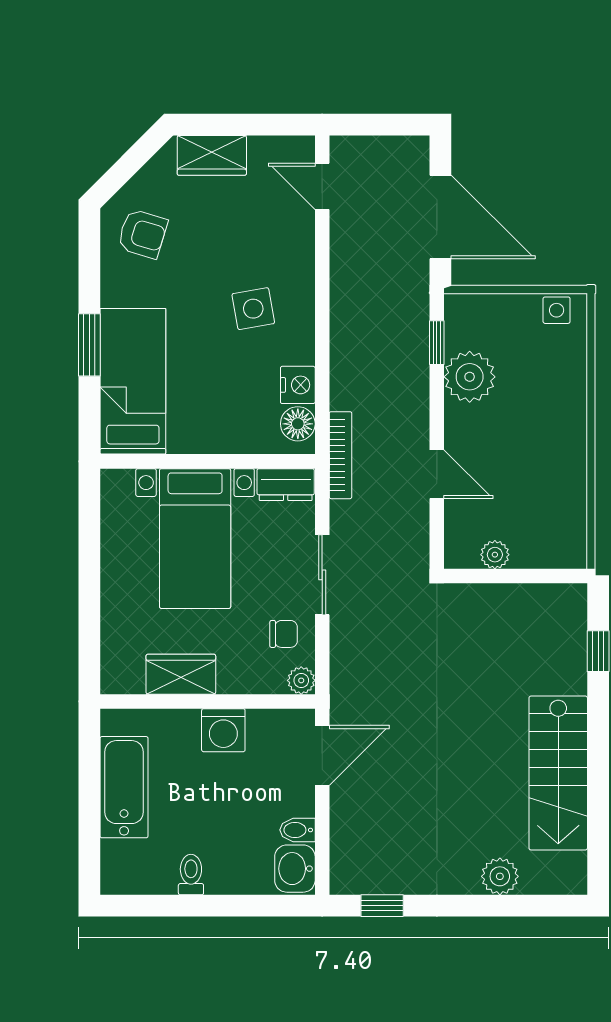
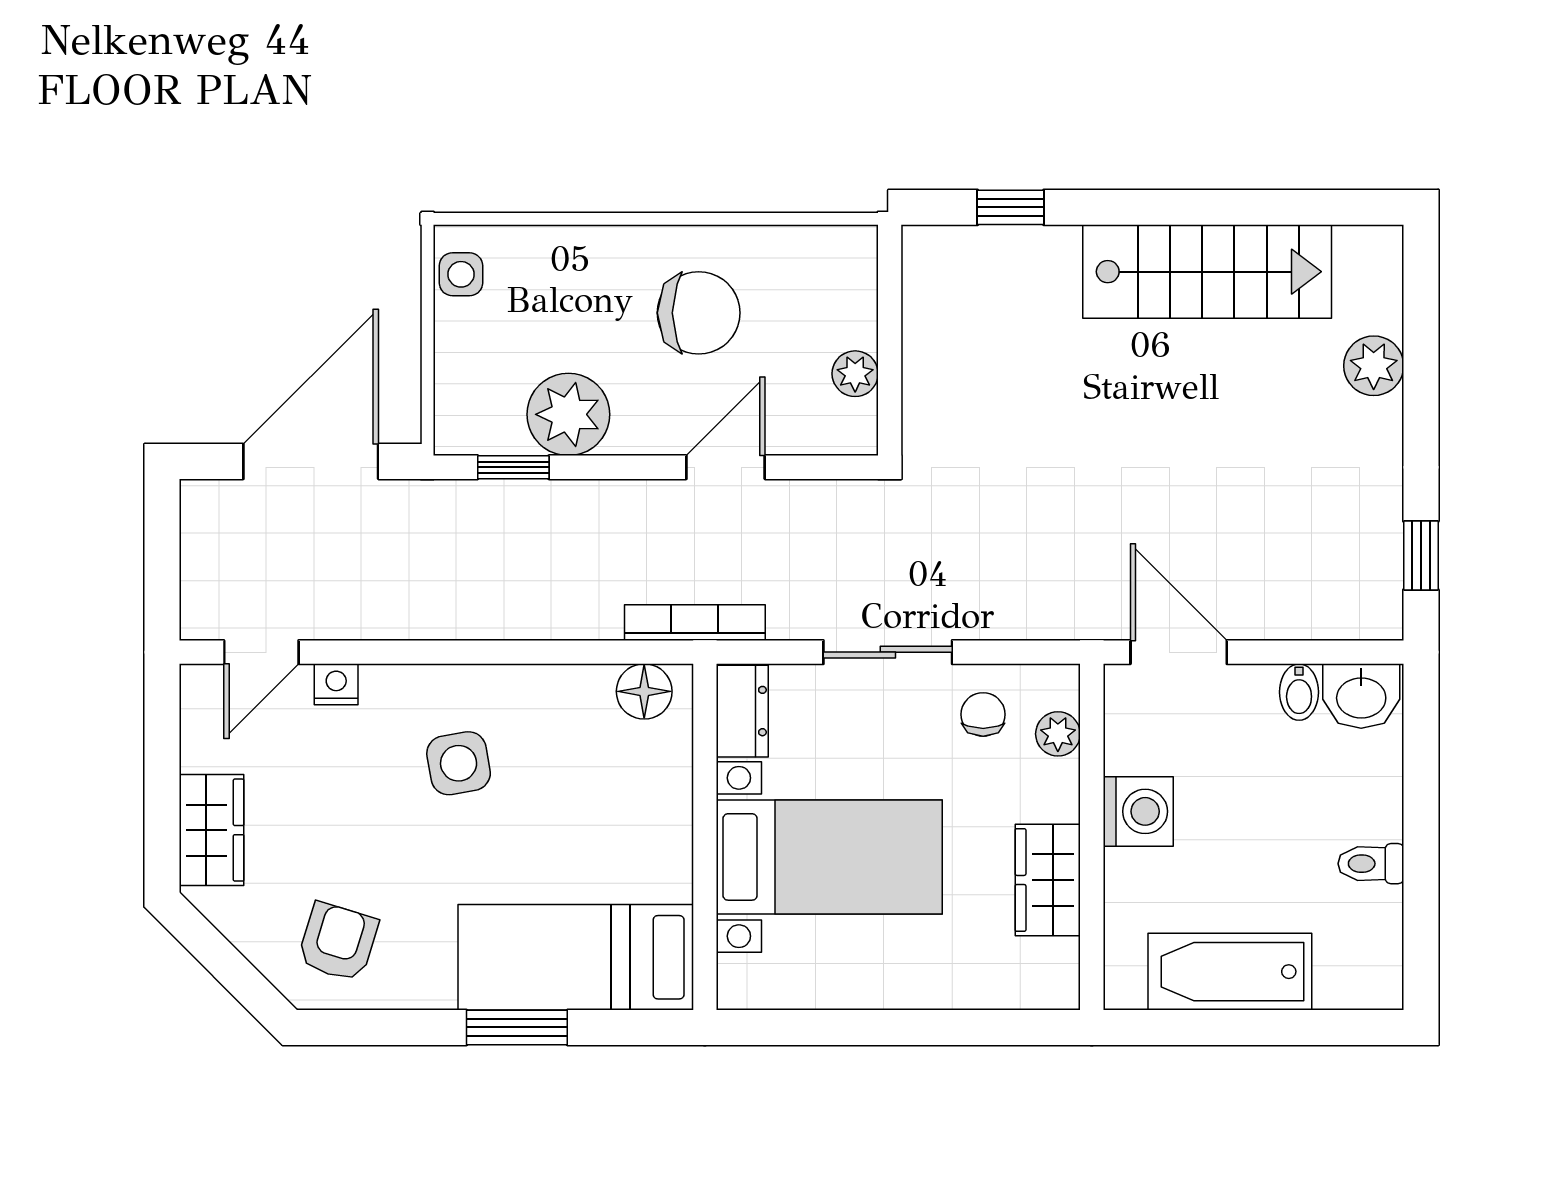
nightstand: (298, 385) -> (336, 684), moved, width x0.72, depth x0.74
chair: (533, 458) -> (699, 313), added
plant: (301, 680) -> (1058, 734), moved

